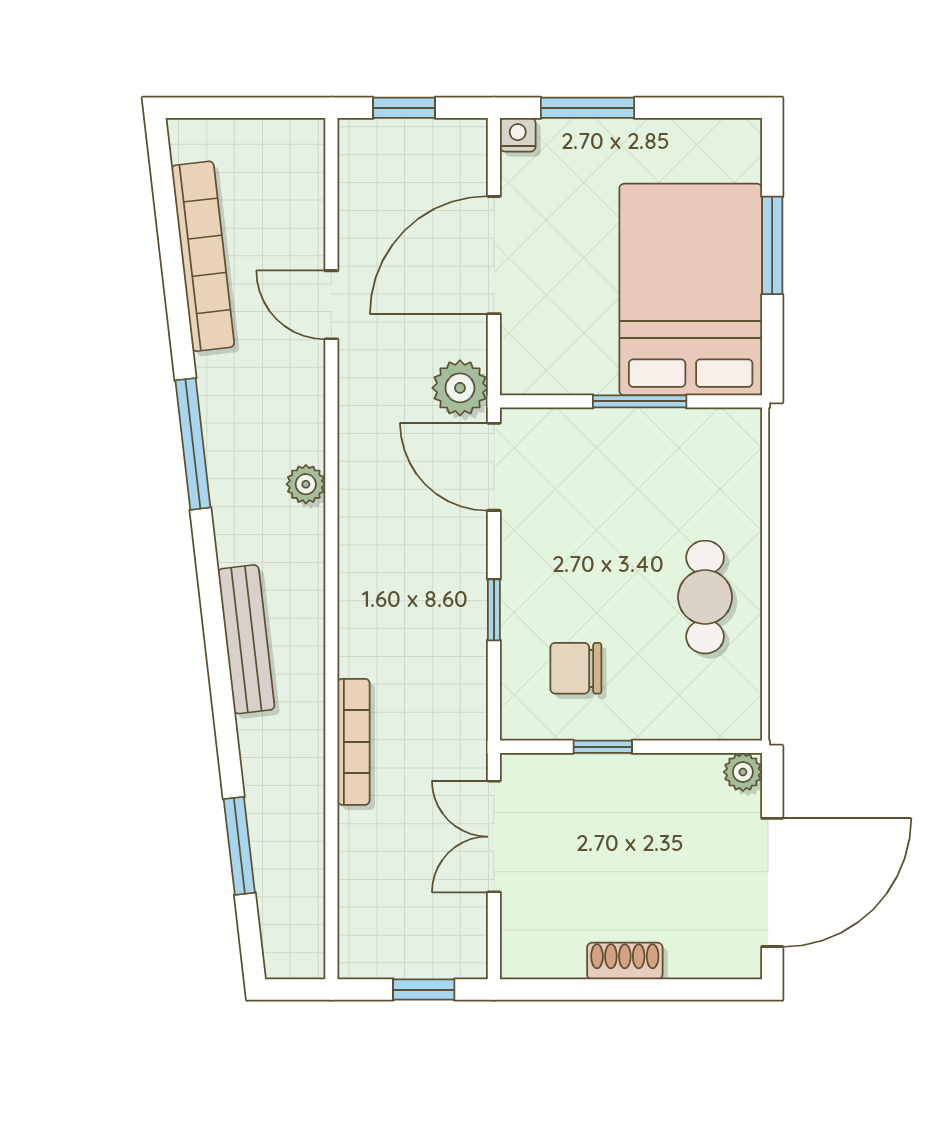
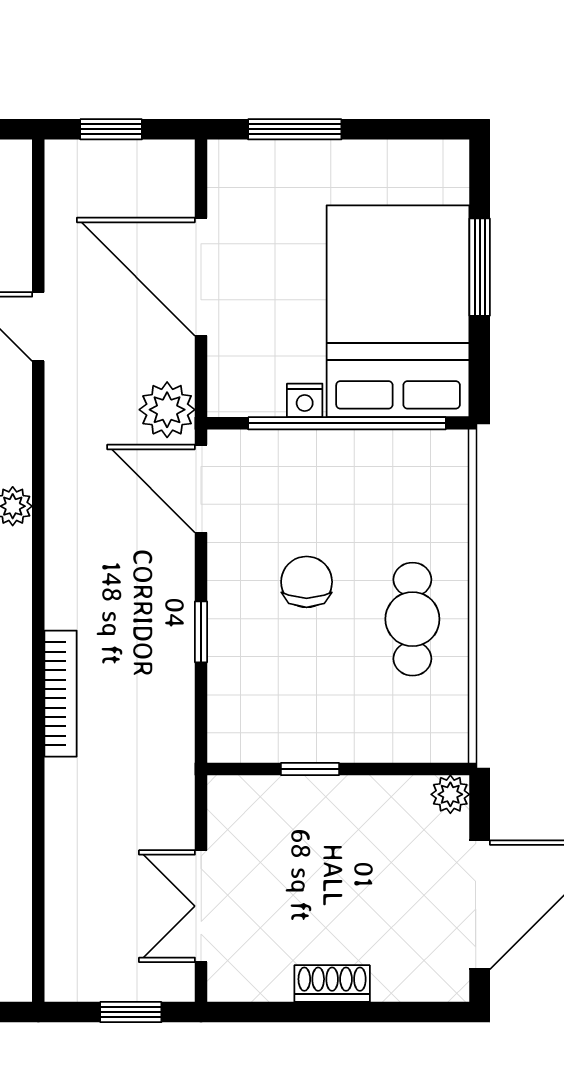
nightstand: (518, 135) -> (305, 400), moved, turned 180
door: (494, 255) -> (201, 277), hinge flipped
window: (640, 401) -> (347, 423), width x2.11
chair: (576, 668) -> (307, 582), moved, turned 90
bookcase: (354, 742) -> (61, 694), moved
double door: (494, 837) -> (201, 906), moved

